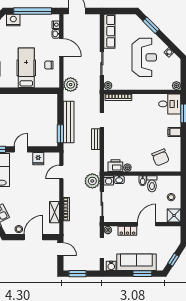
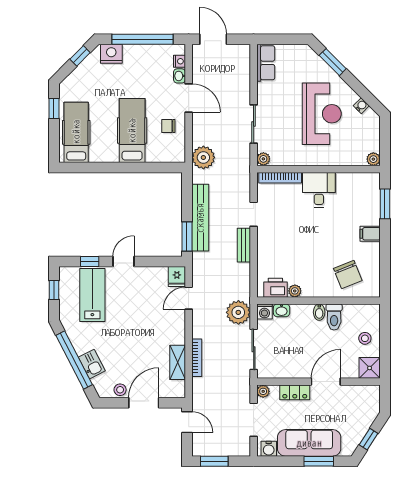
row of seats: (109, 31) -> (266, 63), width x0.68
desk: (170, 104) -> (319, 190), moved, turned -90
fridge: (38, 159) -> (177, 277), moved

